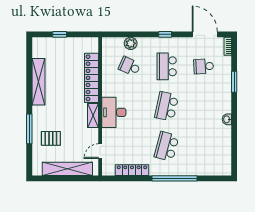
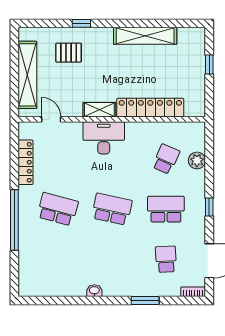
window: (29, 129) -> (81, 23), width x0.46
pallet: (51, 138) -> (69, 53), turned 90

